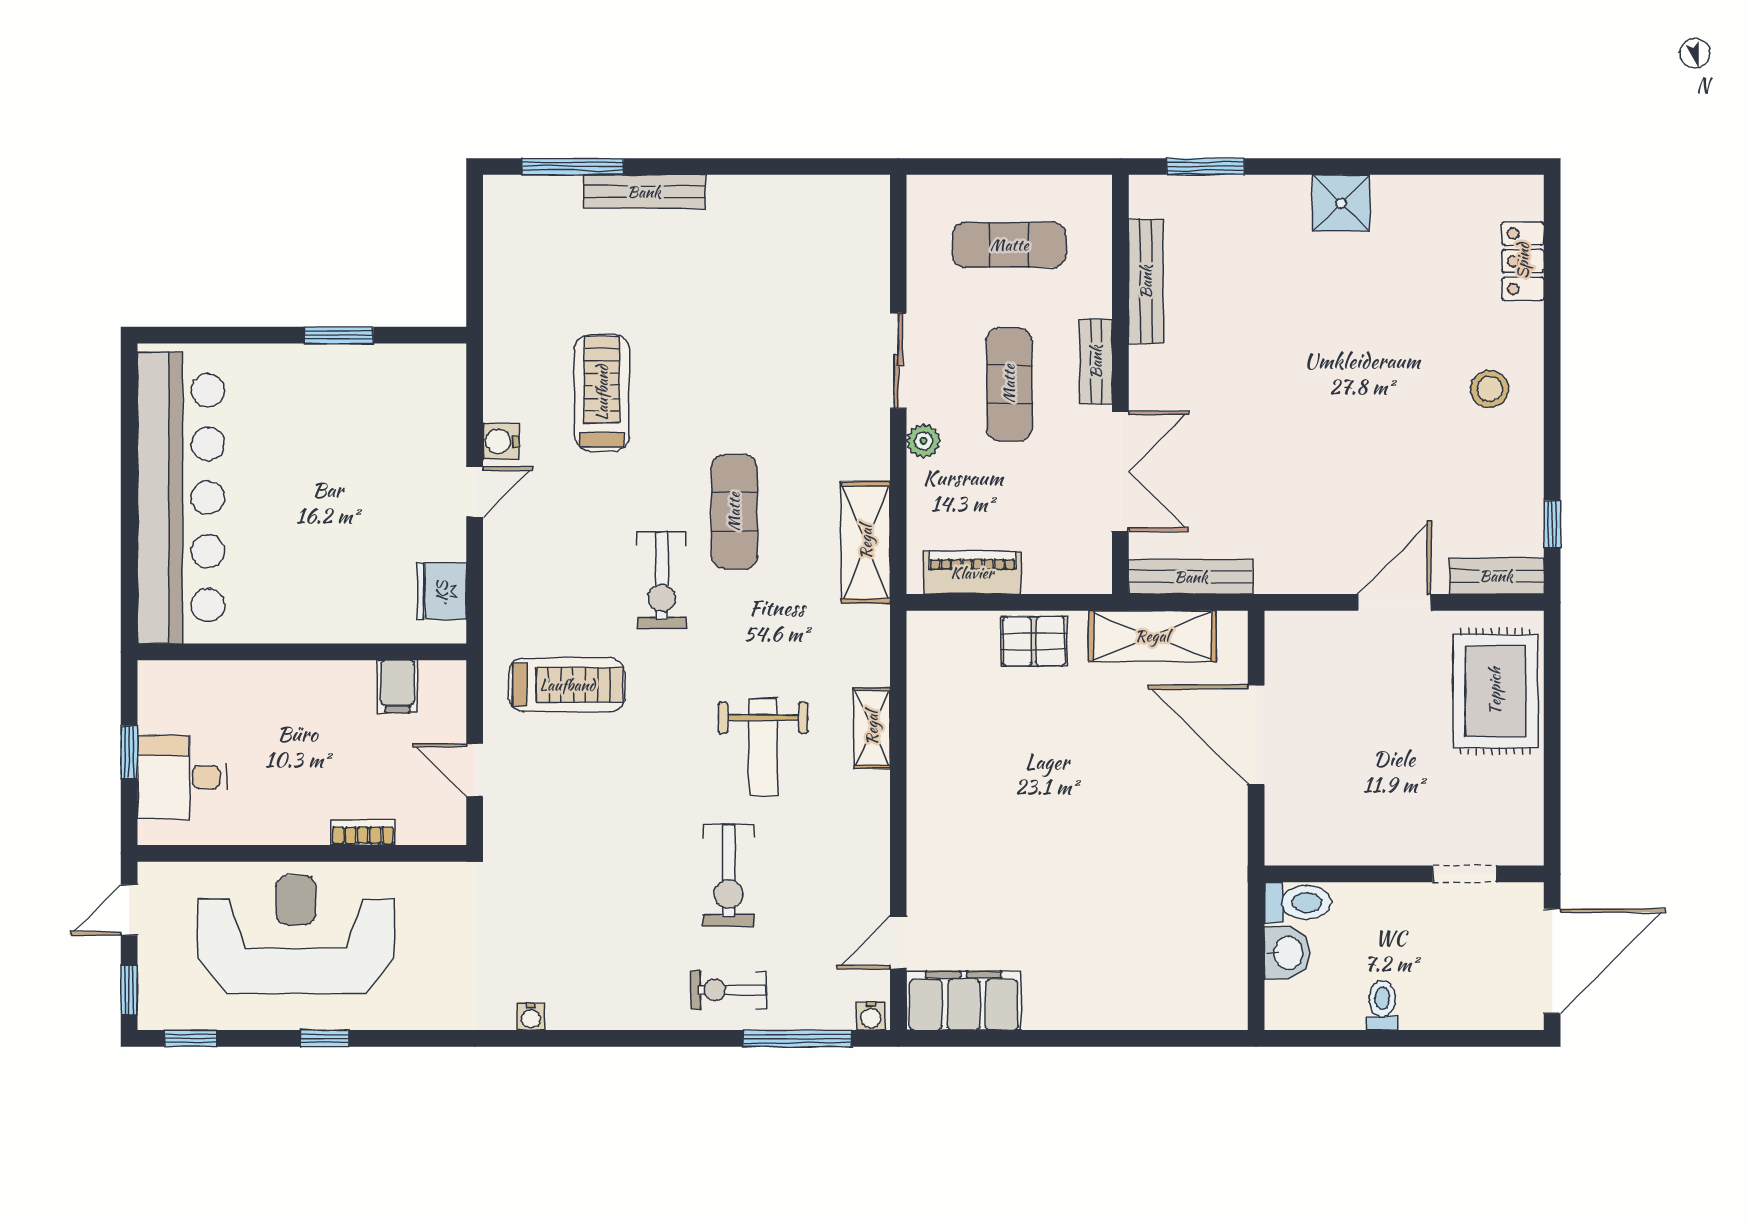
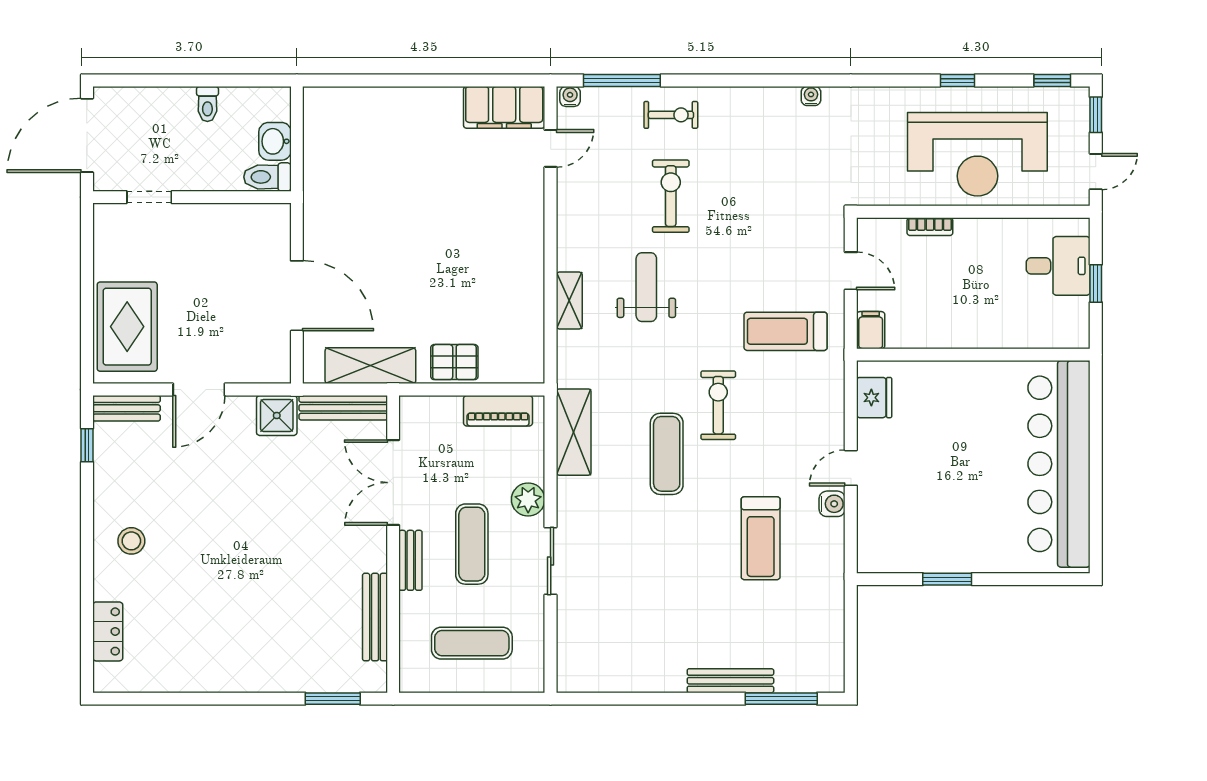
shower: (1341, 203) -> (277, 415), moved
plant: (923, 441) -> (528, 500), width x1.38, depth x1.38
filing cabinet: (397, 686) -> (871, 330), moved

